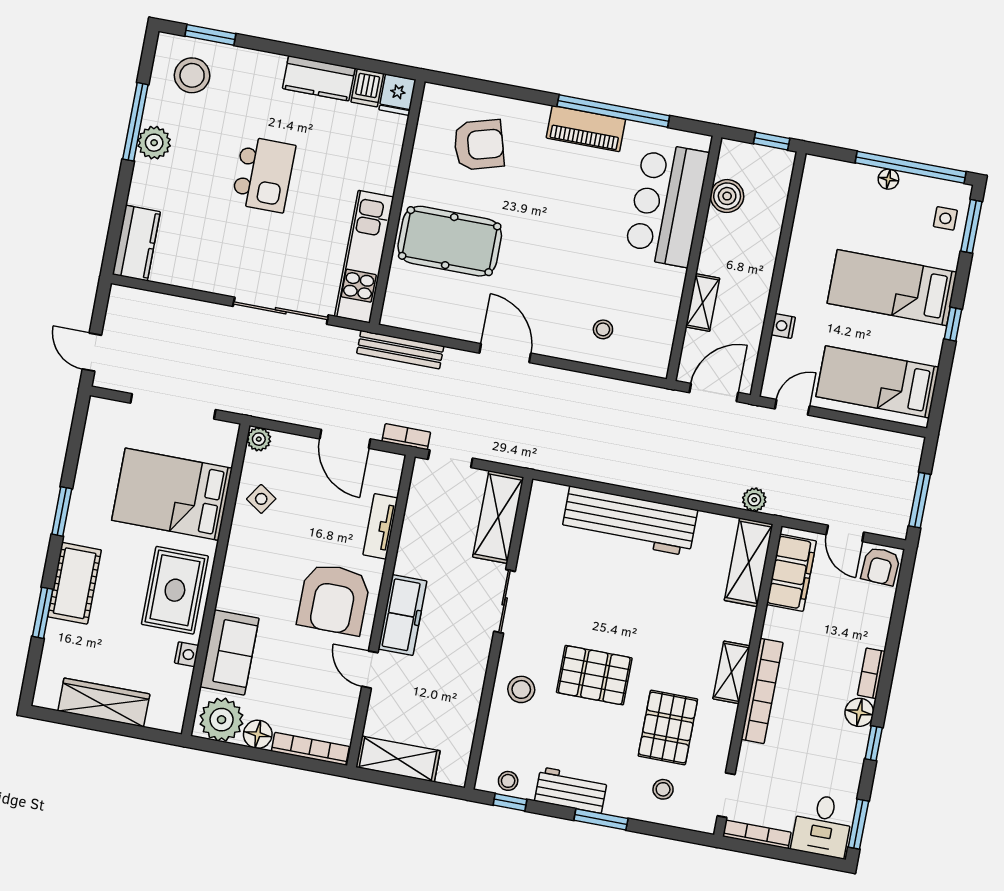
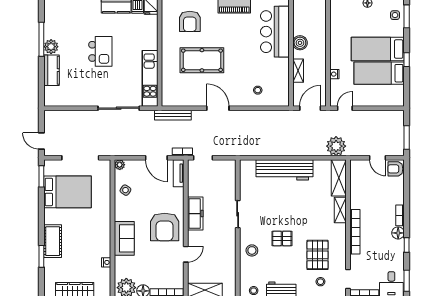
stool: (192, 75) -> (62, 15), removed
armchair: (479, 145) -> (190, 21), turned 106
boiler: (727, 196) -> (300, 43), moved
pool table: (450, 241) -> (202, 60), moved
kitchen counter: (136, 243) -> (52, 70), moved
bed: (877, 382) -> (379, 73), moved
bed: (172, 494) -> (68, 192), moved, turned 180
plant: (754, 500) -> (336, 146), width x1.88, depth x1.88
window: (62, 511) -> (41, 176), moved
shelving: (498, 517) -> (228, 179), removed
tv unit: (380, 526) -> (179, 173), moved
armchair: (881, 566) -> (395, 169), turned 87
filing cabinet: (791, 573) -> (358, 179), removed
rug: (175, 590) -> (96, 236), removed
freezer: (403, 615) -> (195, 214), moved
sofa: (229, 652) -> (124, 238), moved
door: (370, 670) -> (186, 254), swing flipped
shelving: (731, 672) -> (340, 210), moved
pallet: (594, 675) -> (282, 238), width x0.67, depth x0.71

